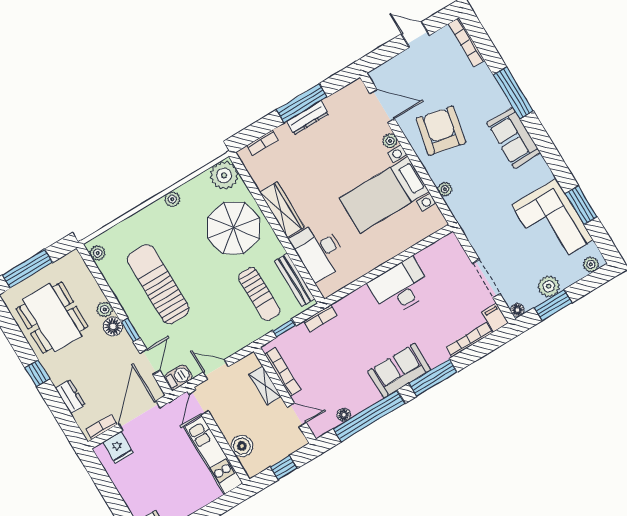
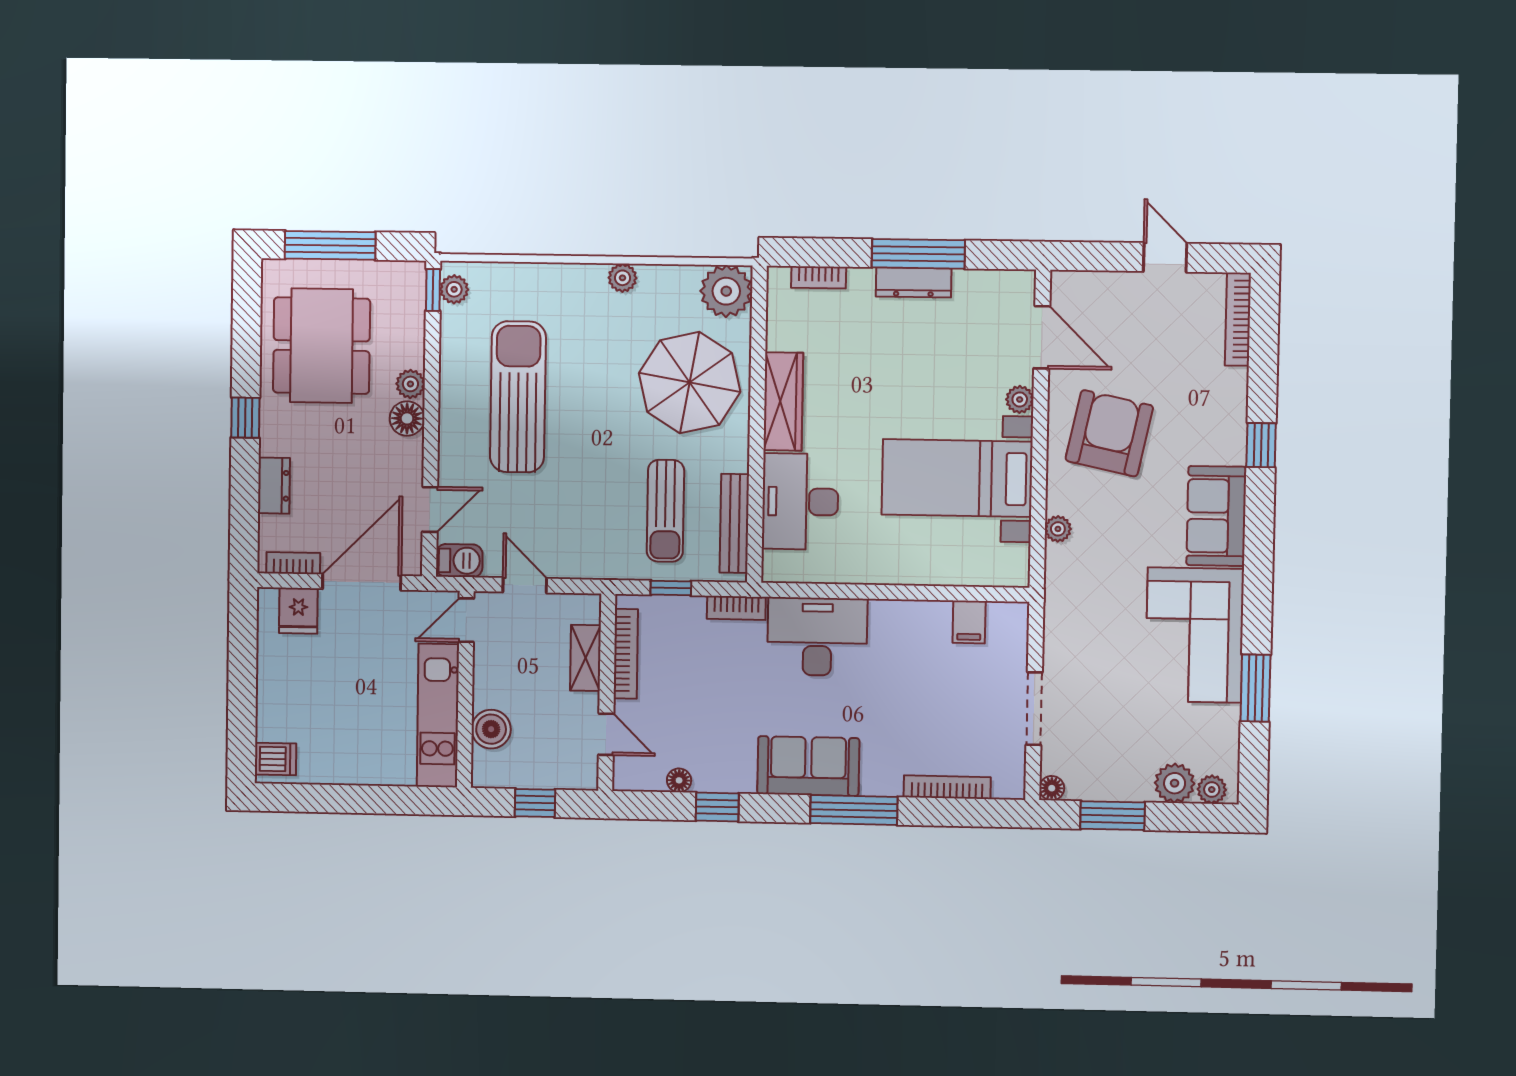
window: (513, 93) -> (1261, 445), width x0.46
corner sofa: (552, 222) -> (1194, 635), moved
plant: (549, 286) -> (1175, 783), moved
desk: (400, 287) -> (817, 637), moved
filing cabinet: (495, 318) -> (969, 622), moved, turned 180
window: (131, 330) -> (433, 290), moved
window: (369, 416) -> (717, 807), width x0.32

